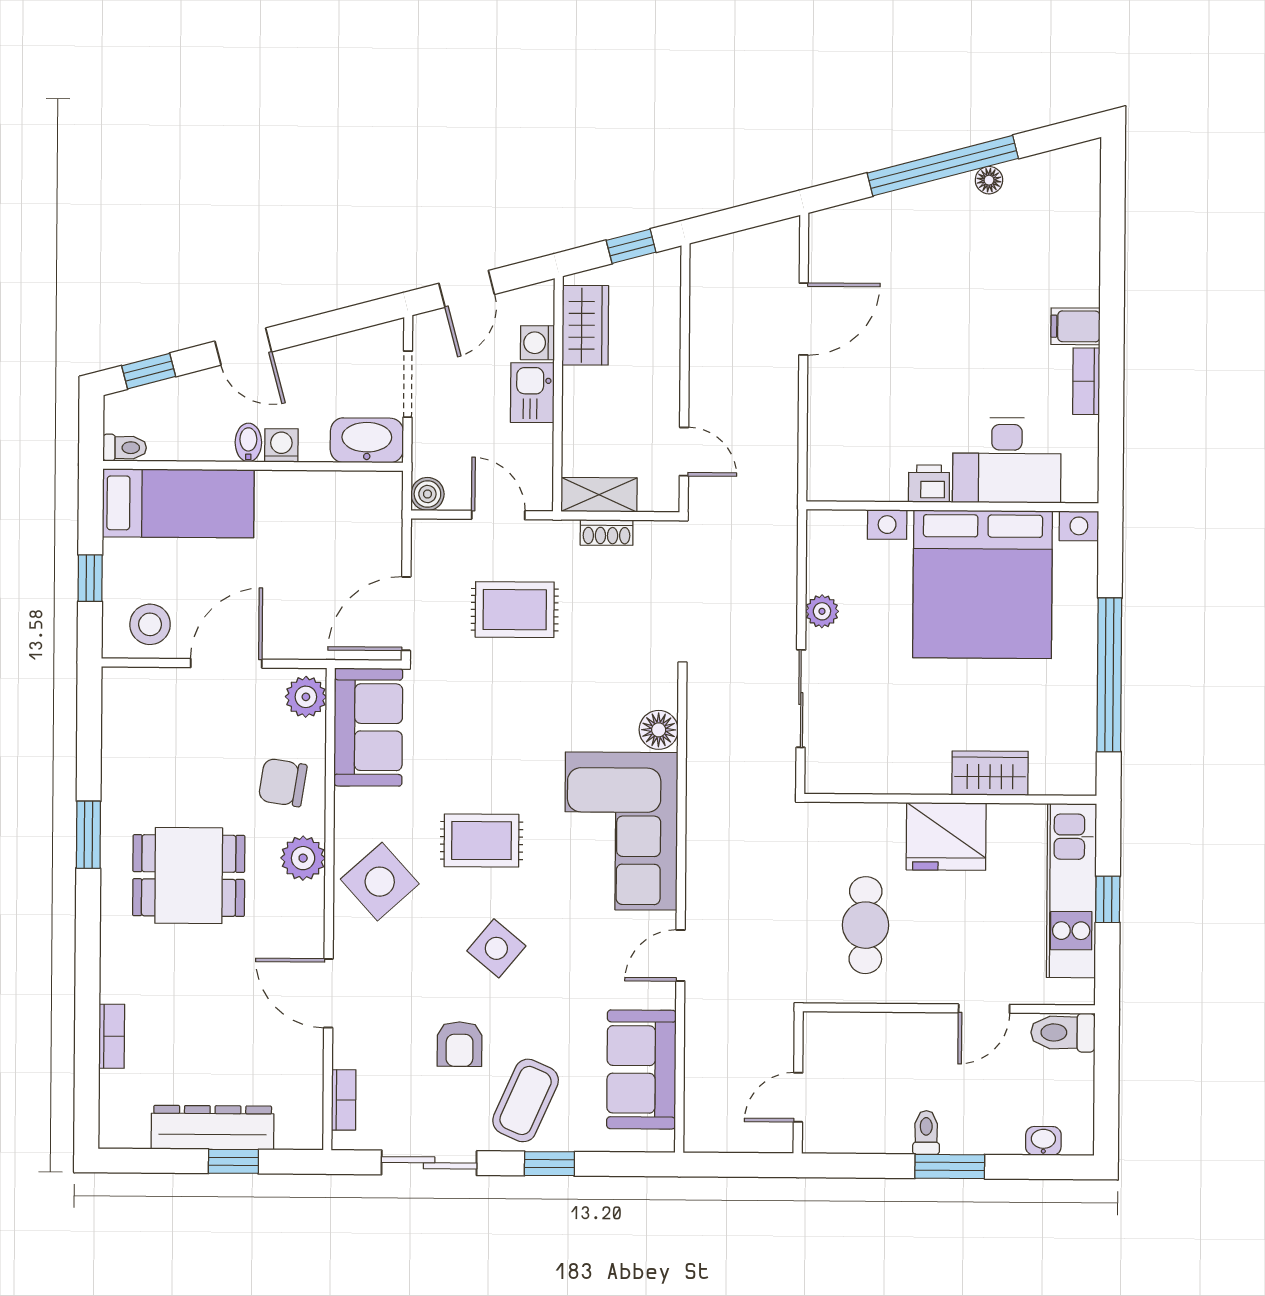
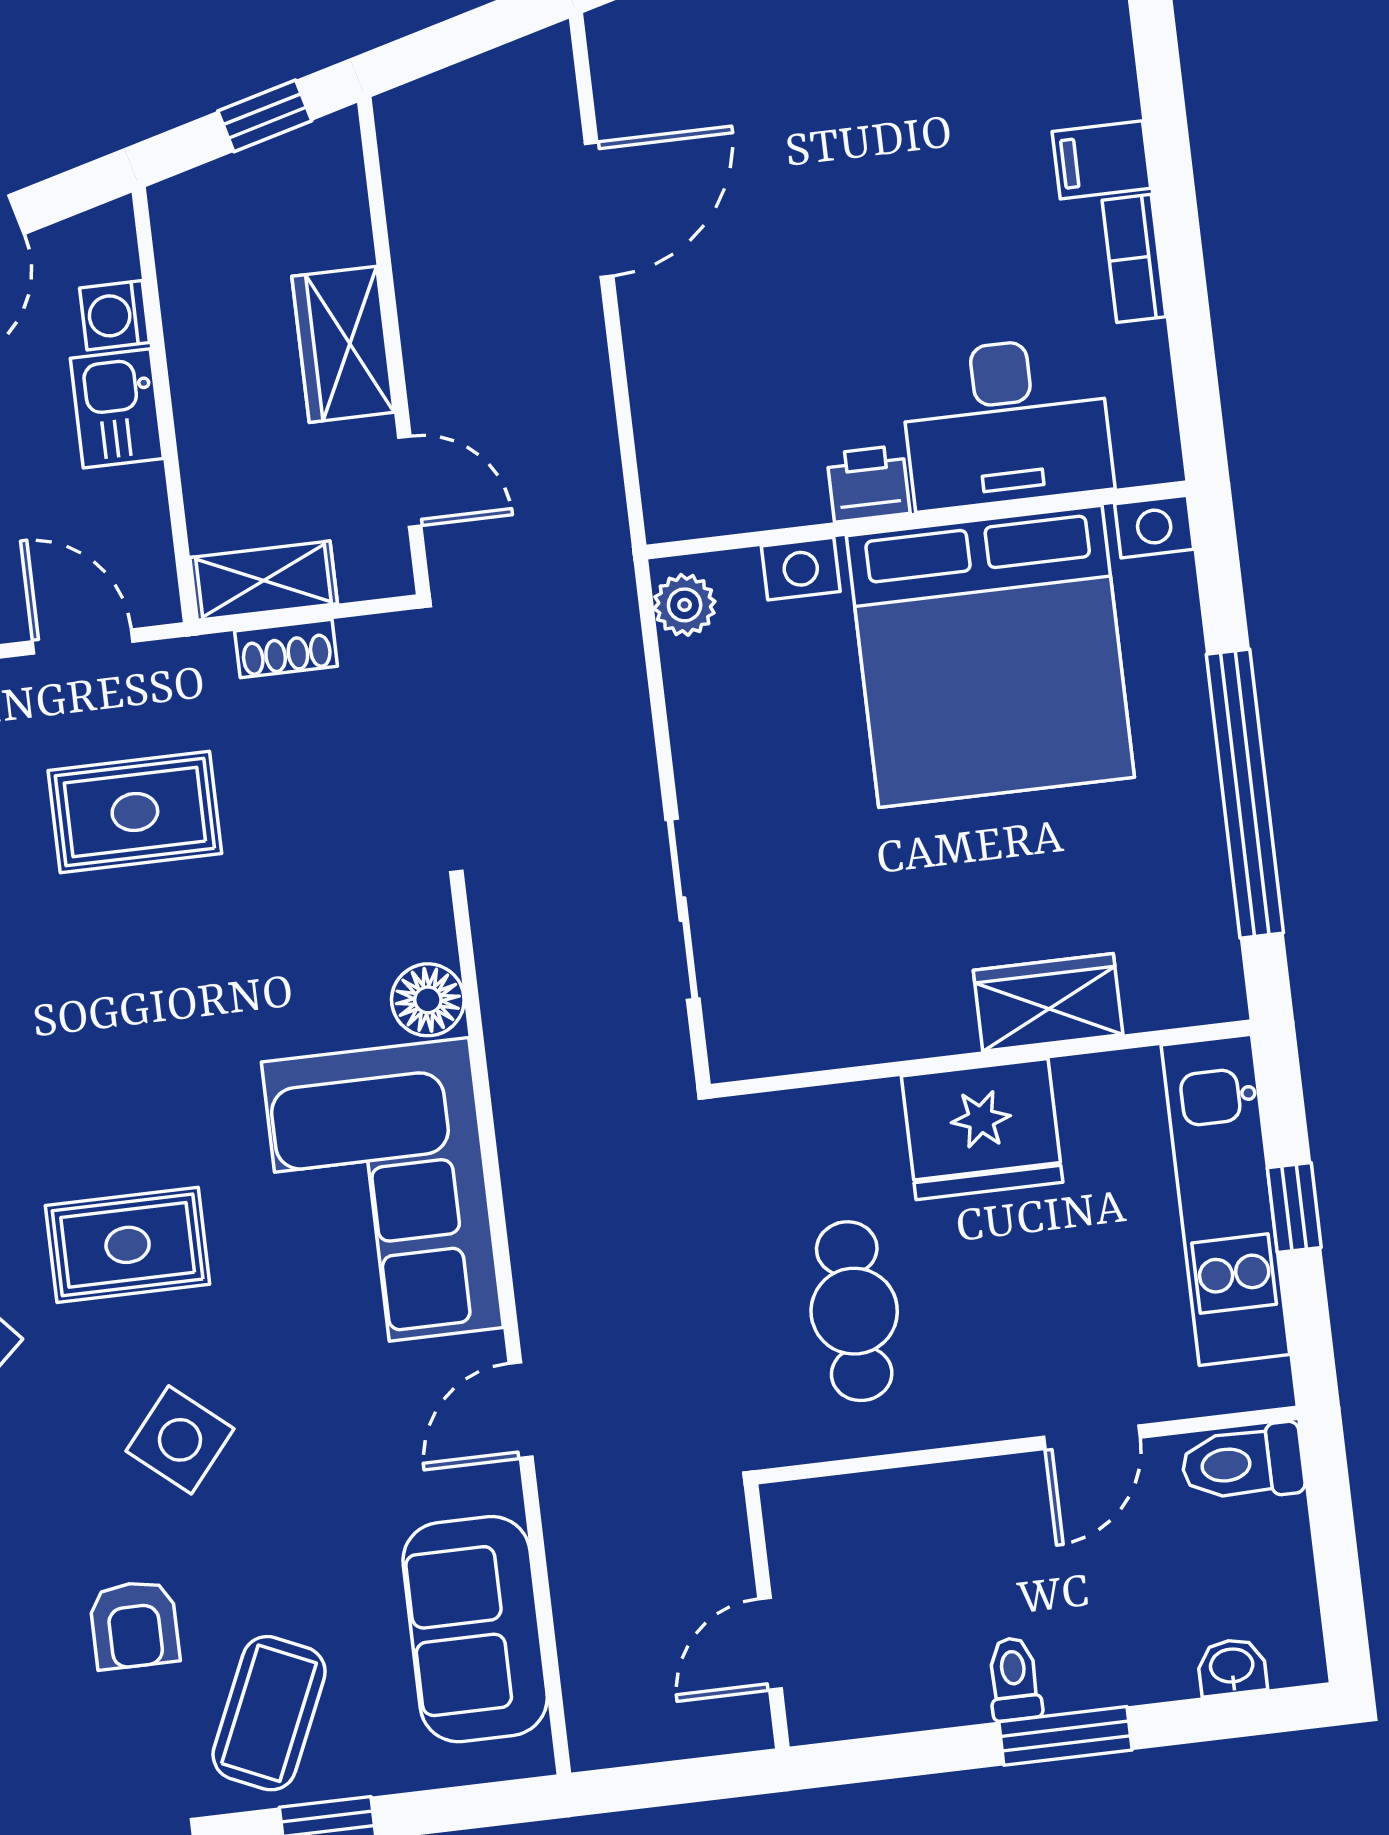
wardrobe: (585, 325) -> (343, 344), moved, turned 180
plant: (822, 611) -> (685, 605), moved

